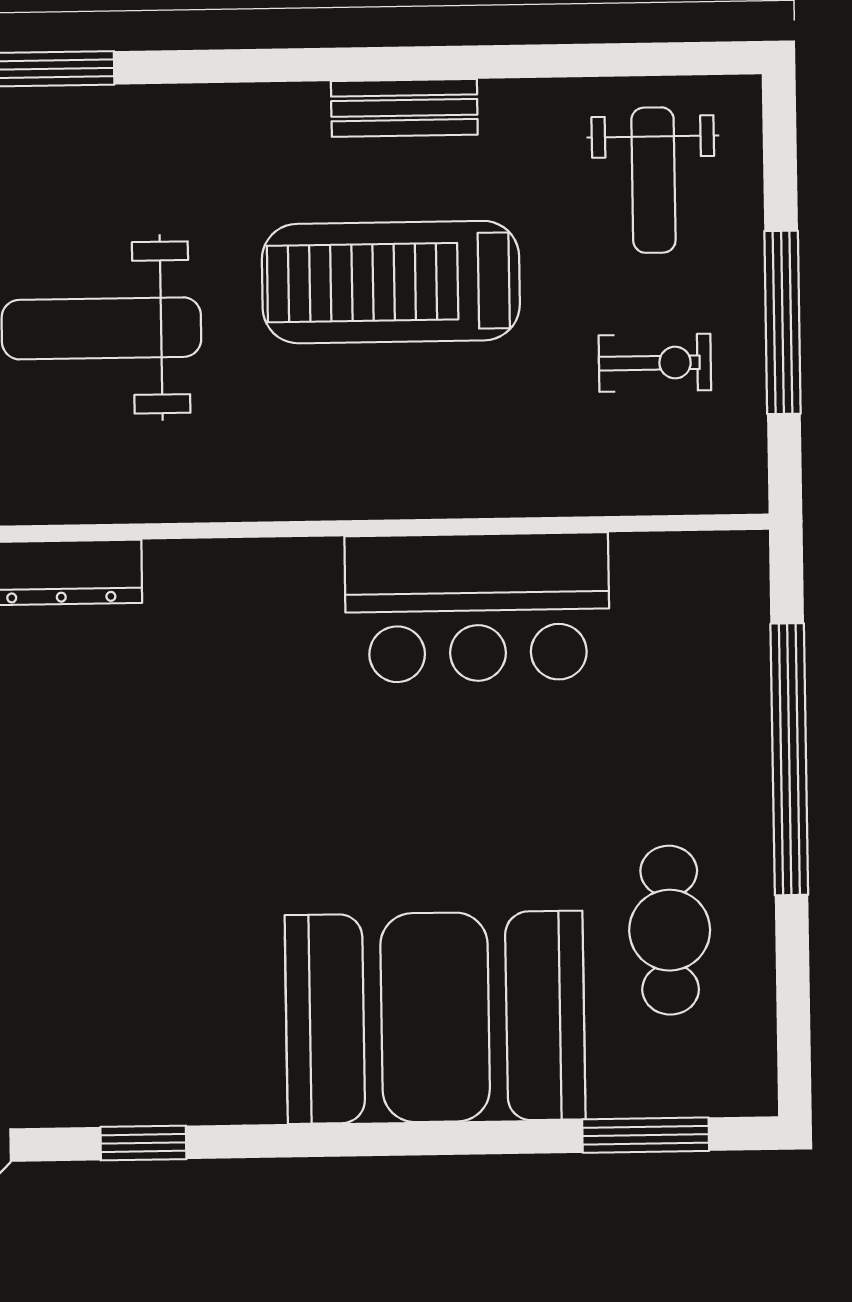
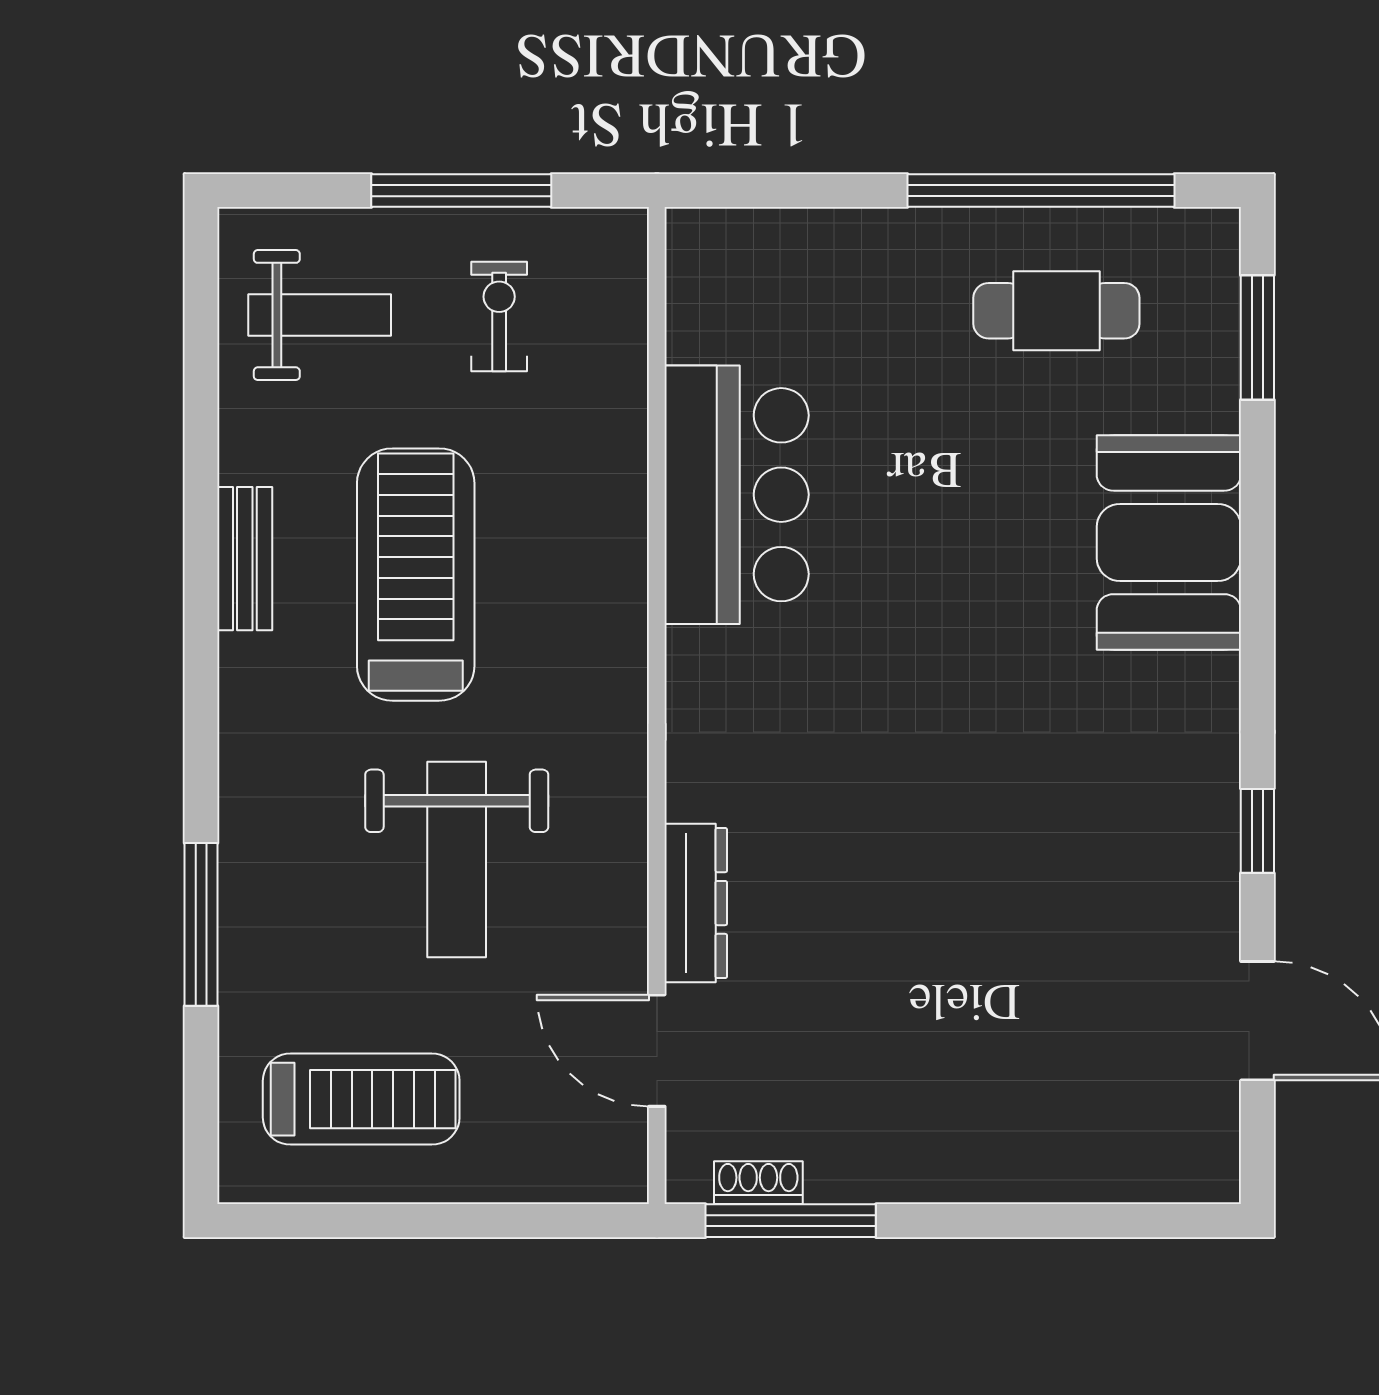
treadmill: (391, 282) -> (416, 575), turned 180
window: (789, 759) -> (1041, 191), moved
booth: (435, 1017) -> (1169, 542), width x0.73, depth x0.70

